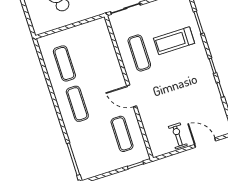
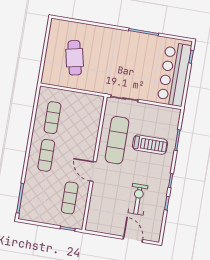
treadmill: (174, 41) -> (150, 145), turned 180
exercise mat: (139, 53) -> (117, 140), width x1.36, depth x1.45
exercise bike: (178, 136) -> (138, 199), moved, width x1.38, depth x1.39

